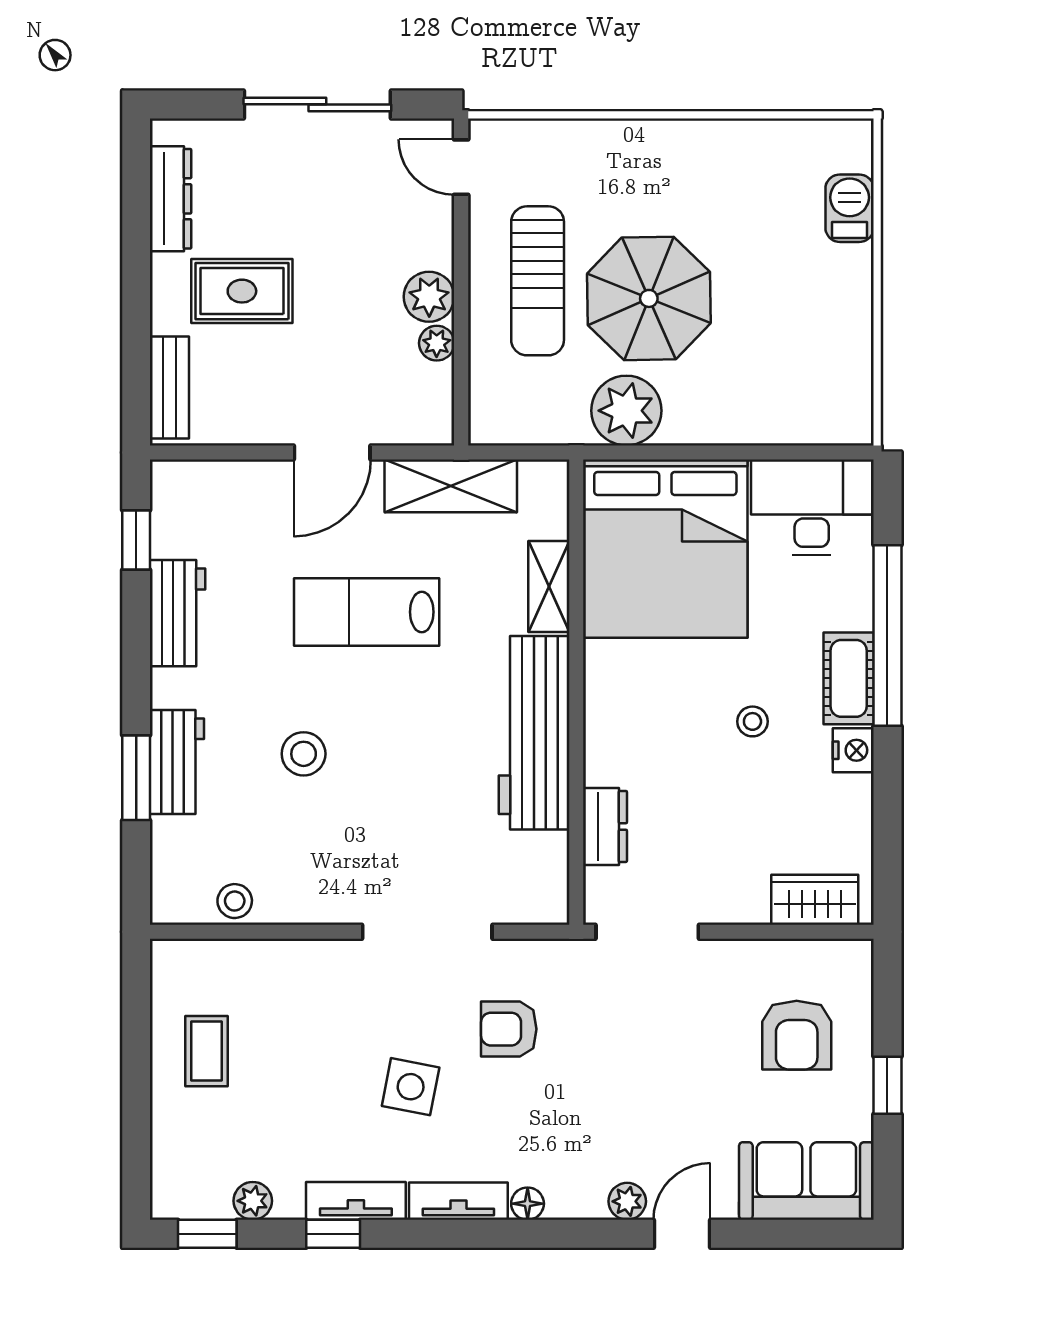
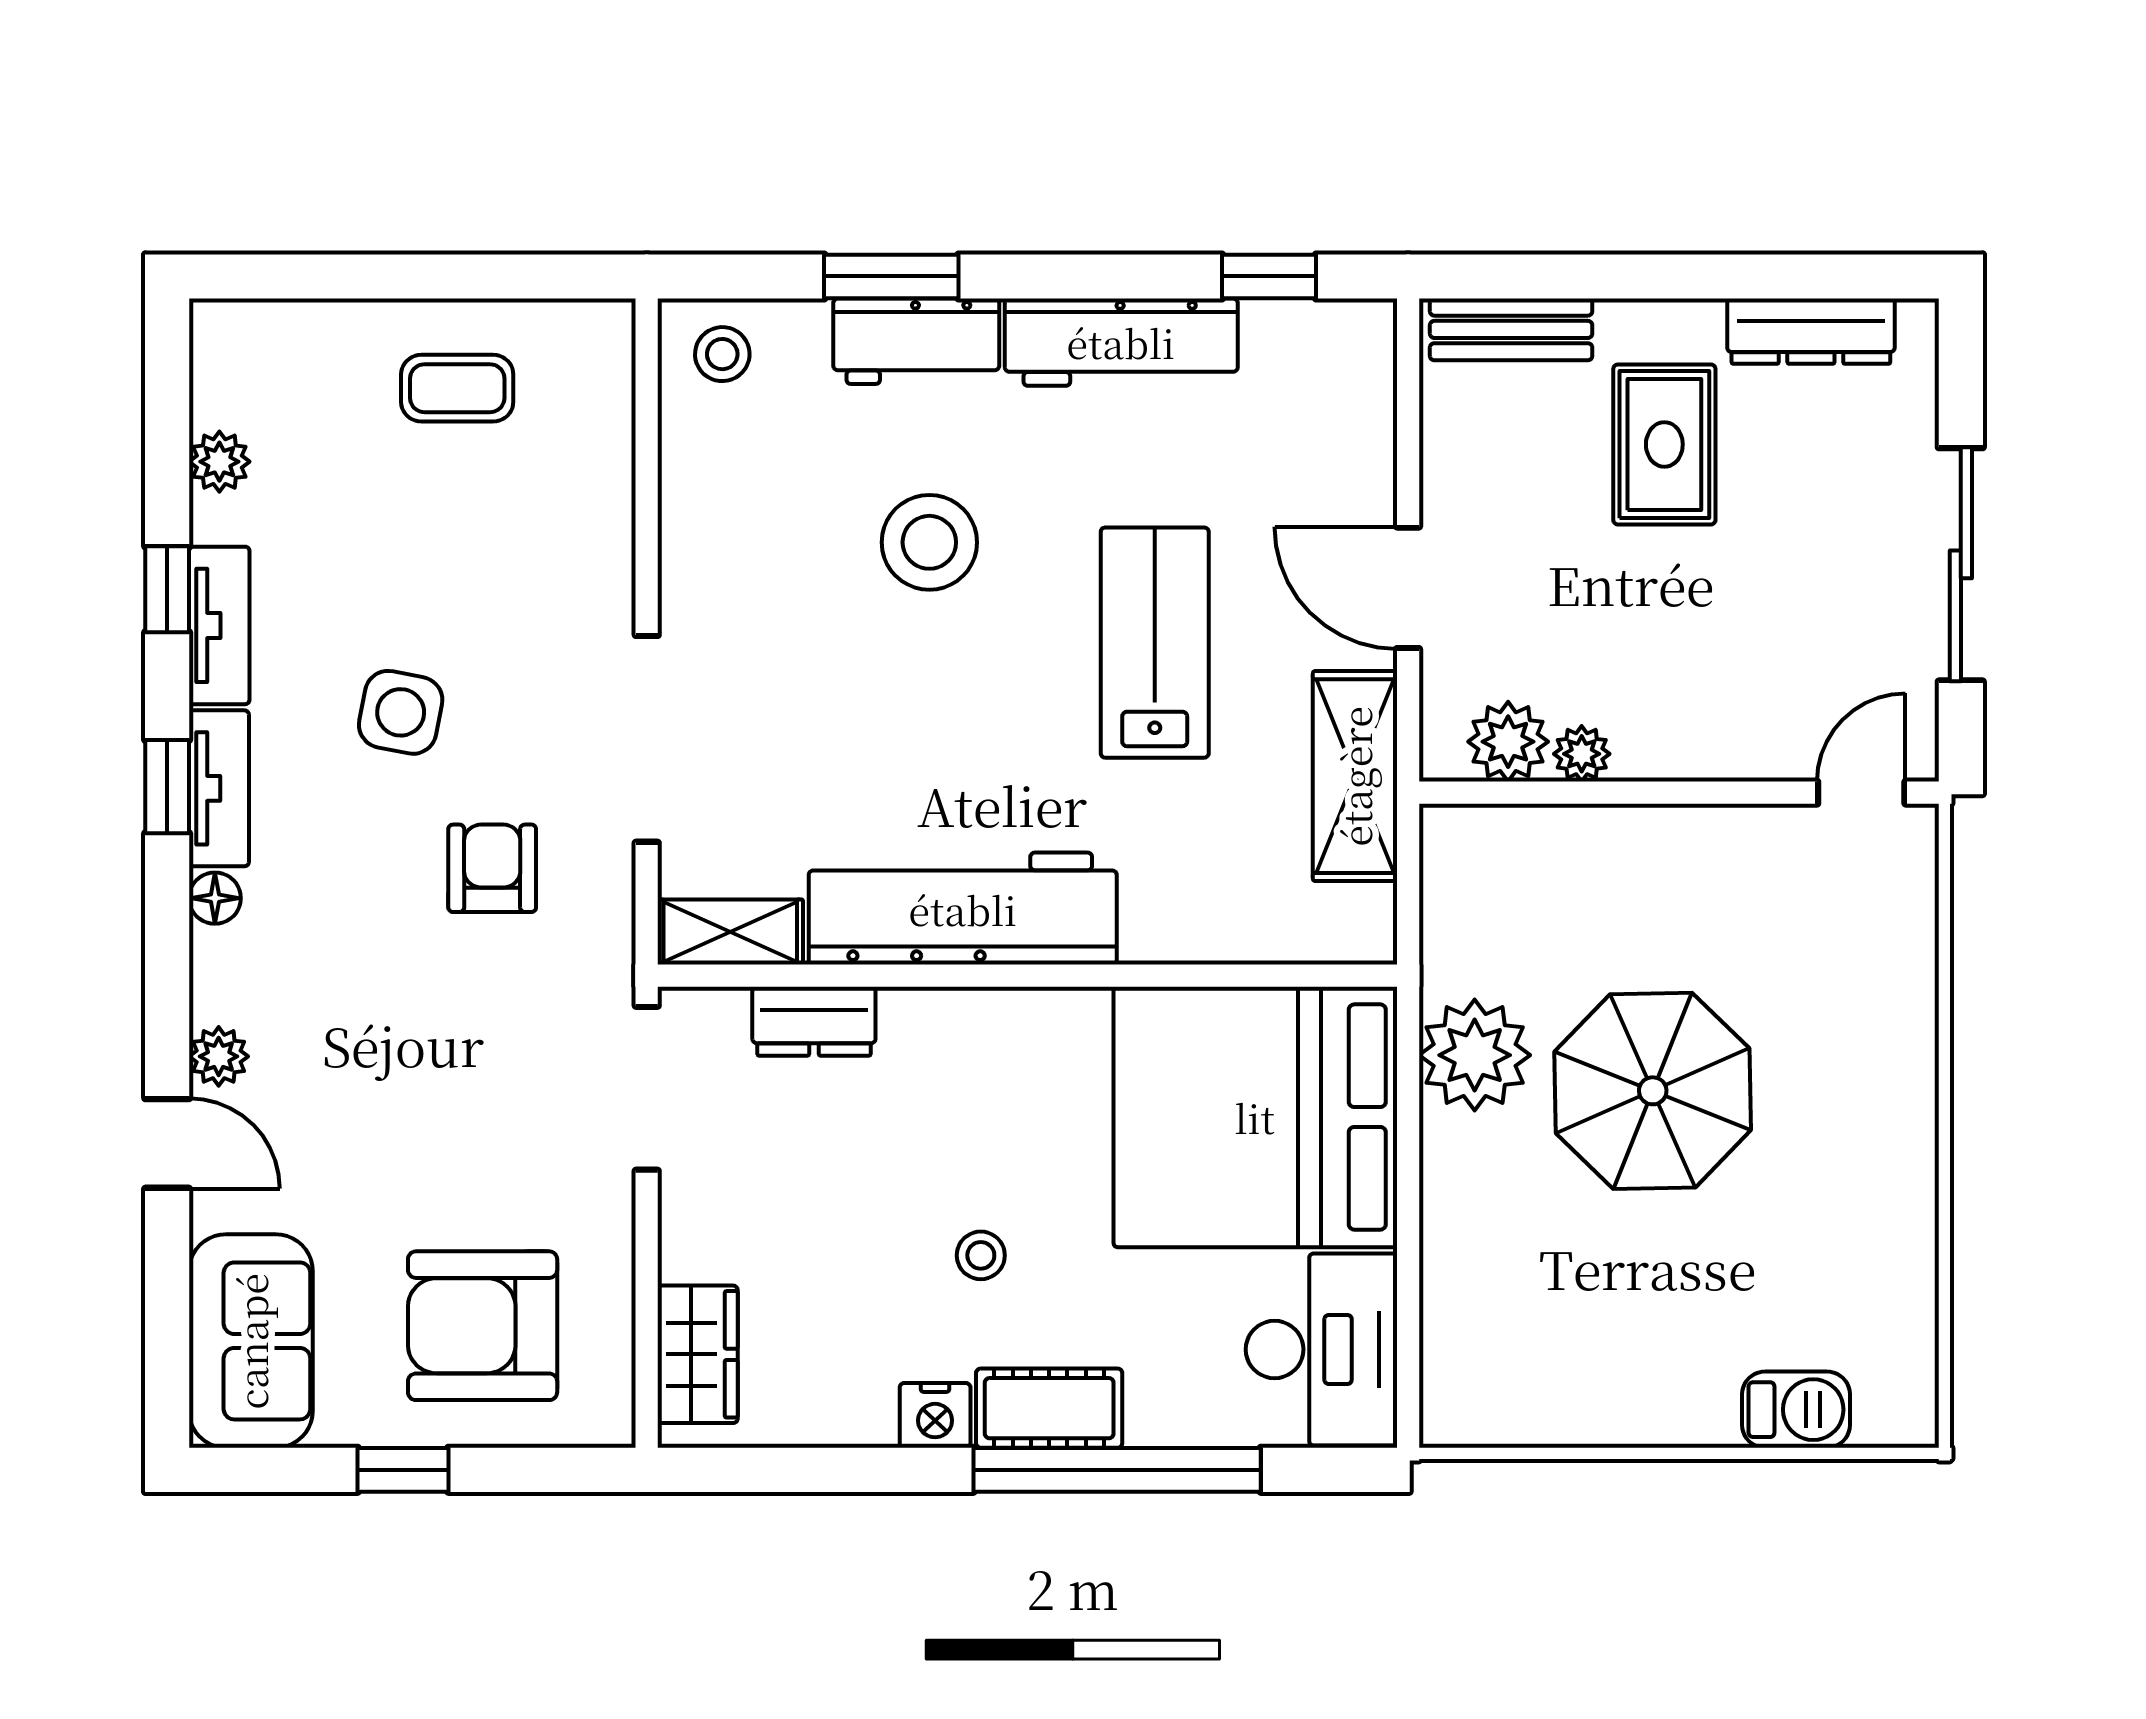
sun lounger: (538, 281) -> (1681, 914), removed
plant: (429, 297) -> (1508, 742), moved
shelving: (549, 587) -> (730, 932), moved
workbench: (178, 613) -> (1121, 342), width x1.38
stool: (304, 754) -> (929, 542), width x1.38, depth x1.38
stool: (235, 901) -> (722, 354), moved
armchair: (797, 1035) -> (483, 1326), width x1.36, depth x1.36
window: (207, 1234) -> (167, 787), moved

